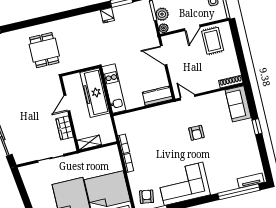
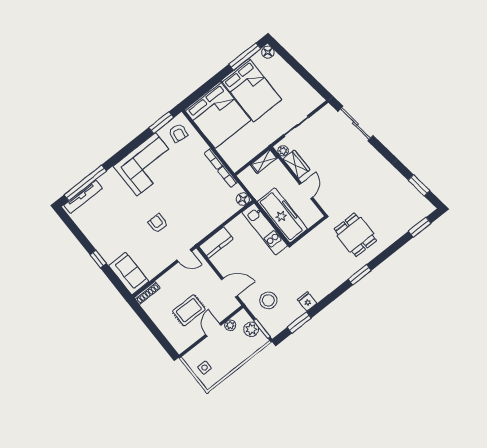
window: (56, 17) -> (360, 275), added
plant: (164, 28) -> (230, 325), moved
stool: (138, 31) -> (268, 300), added
rug: (213, 41) -> (189, 310), moved, turned 90
floor lamp: (120, 120) -> (243, 199), added
plant: (70, 144) -> (283, 151), added
tv unit: (251, 180) -> (83, 197), width x1.41

